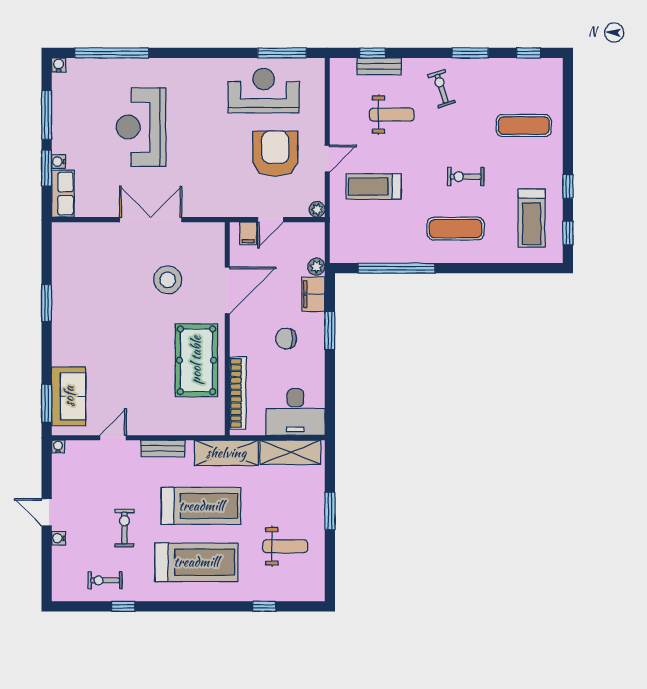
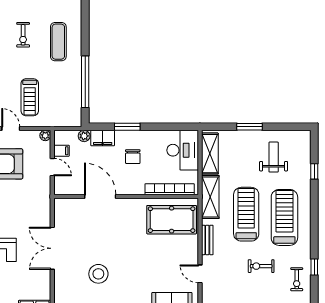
filing cabinet: (248, 233) -> (61, 151), moved
stool: (168, 280) -> (98, 274), moved
pool table: (196, 360) -> (172, 220), moved

